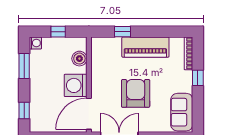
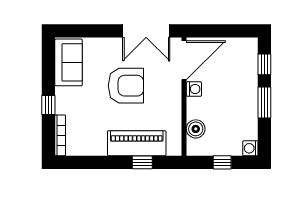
piano: (145, 47) -> (137, 143), moved
window: (24, 66) -> (264, 102), moved
washing machine: (76, 85) -> (194, 89), width x0.53, depth x0.53
armchair: (136, 93) -> (126, 86), turned -90

